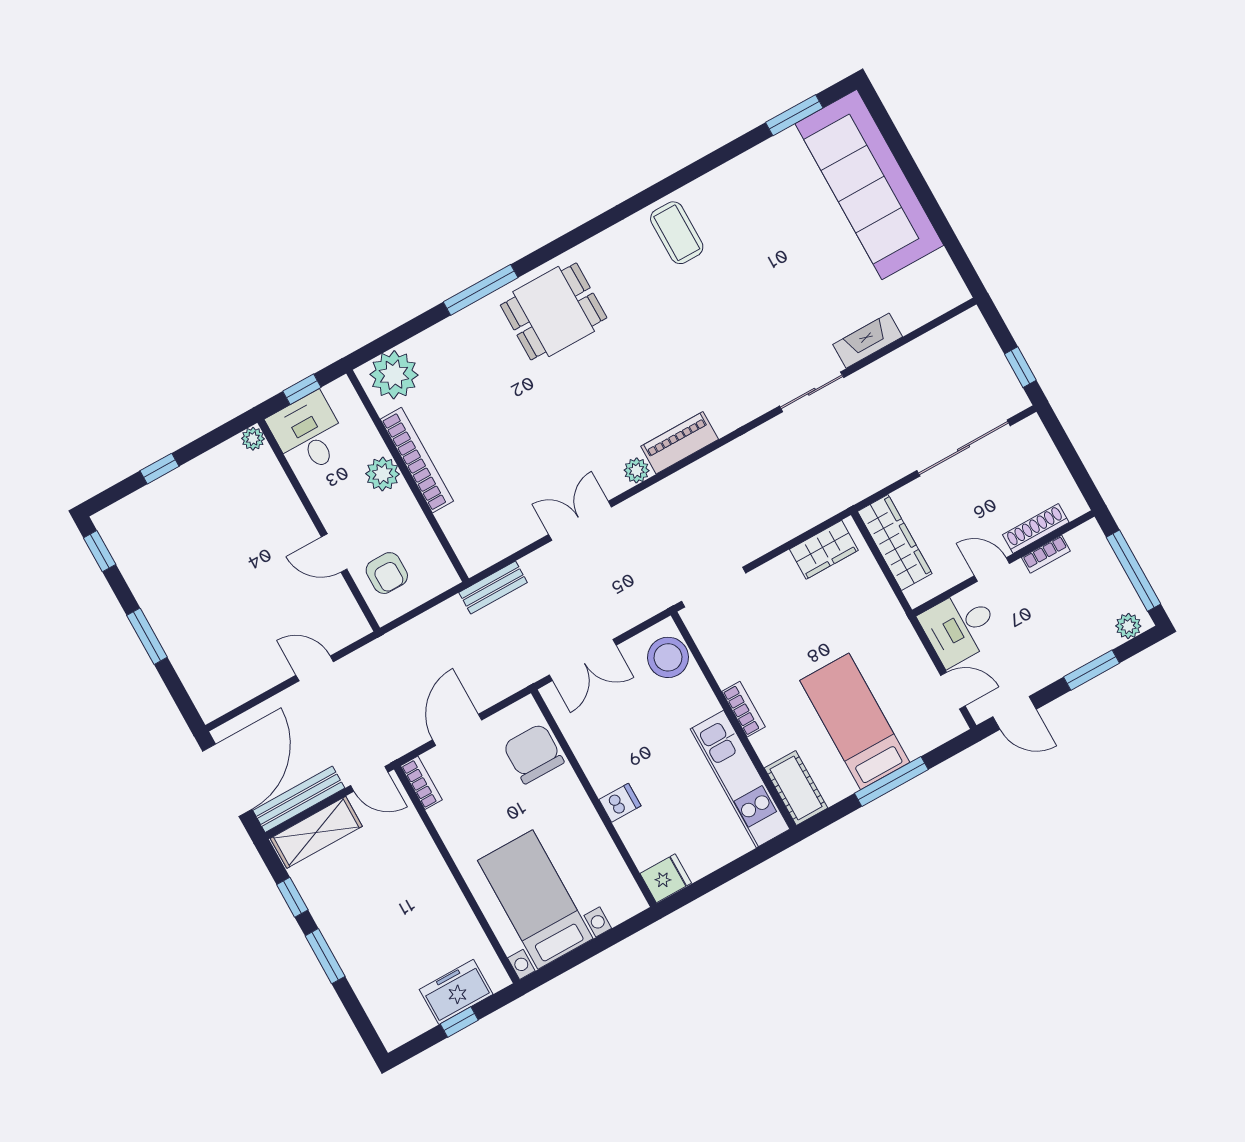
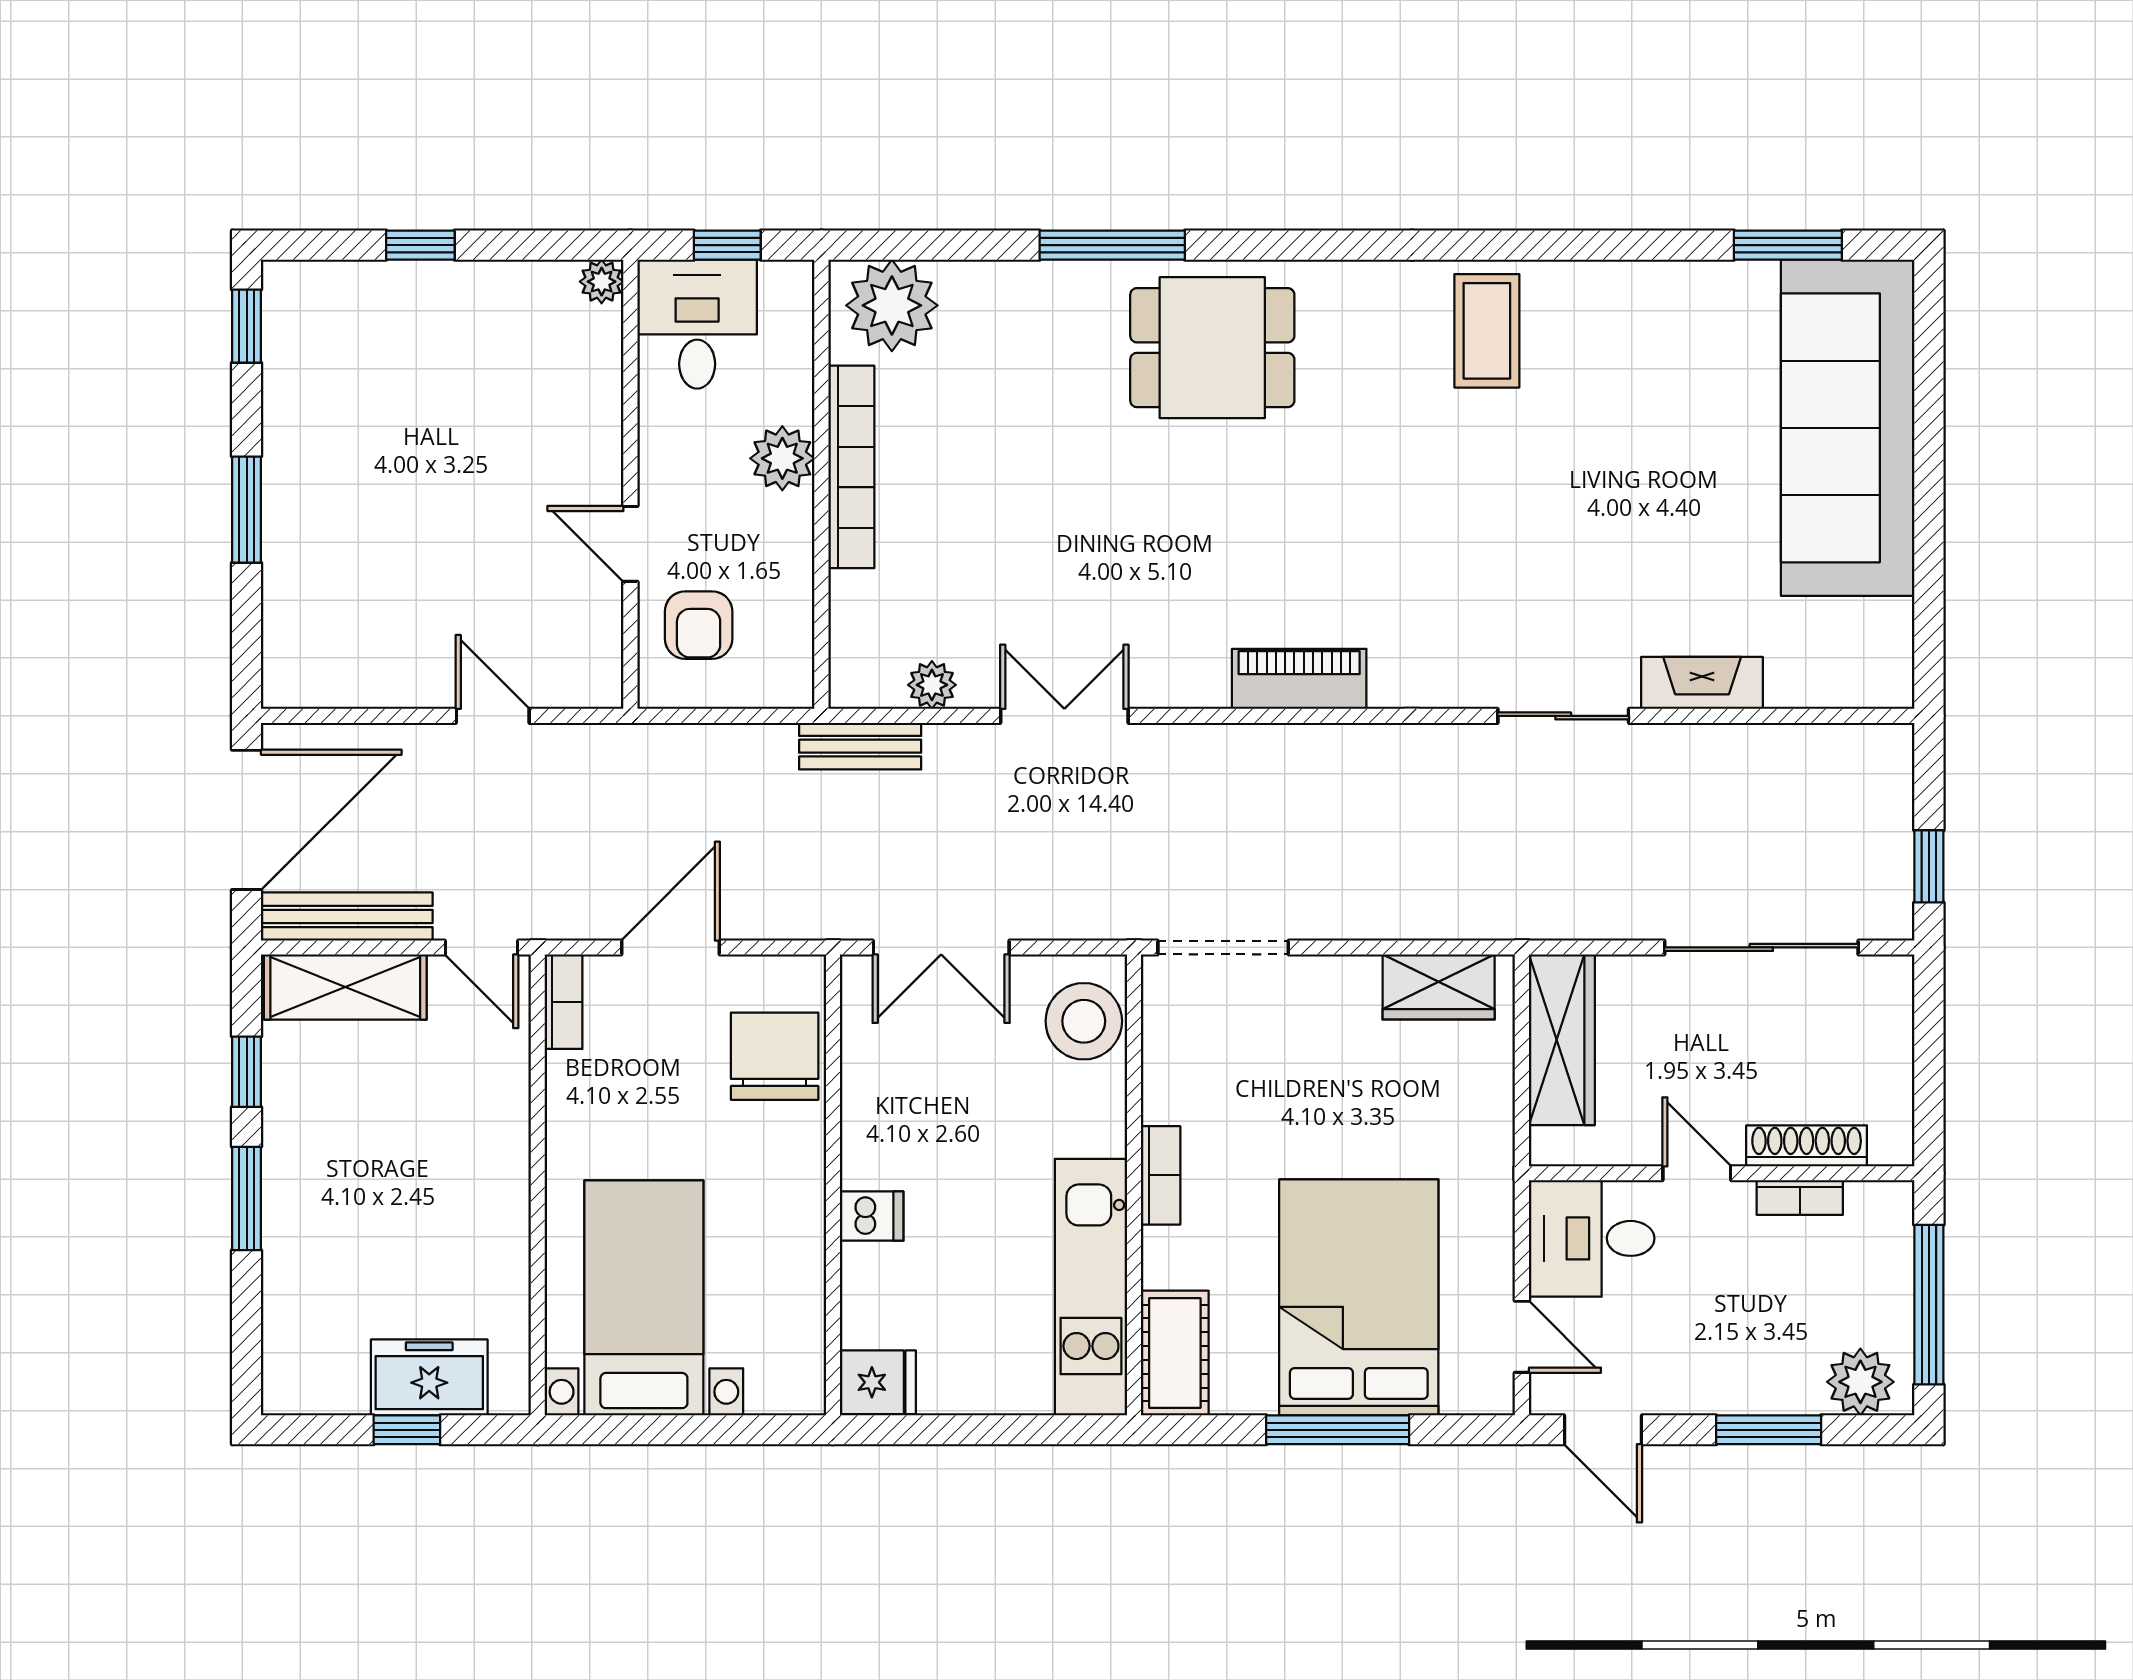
plant: (637, 470) -> (932, 685), moved
plant: (1128, 626) -> (1860, 1382), width x1.38, depth x1.38
bed: (855, 721) -> (1359, 1297), width x1.50

